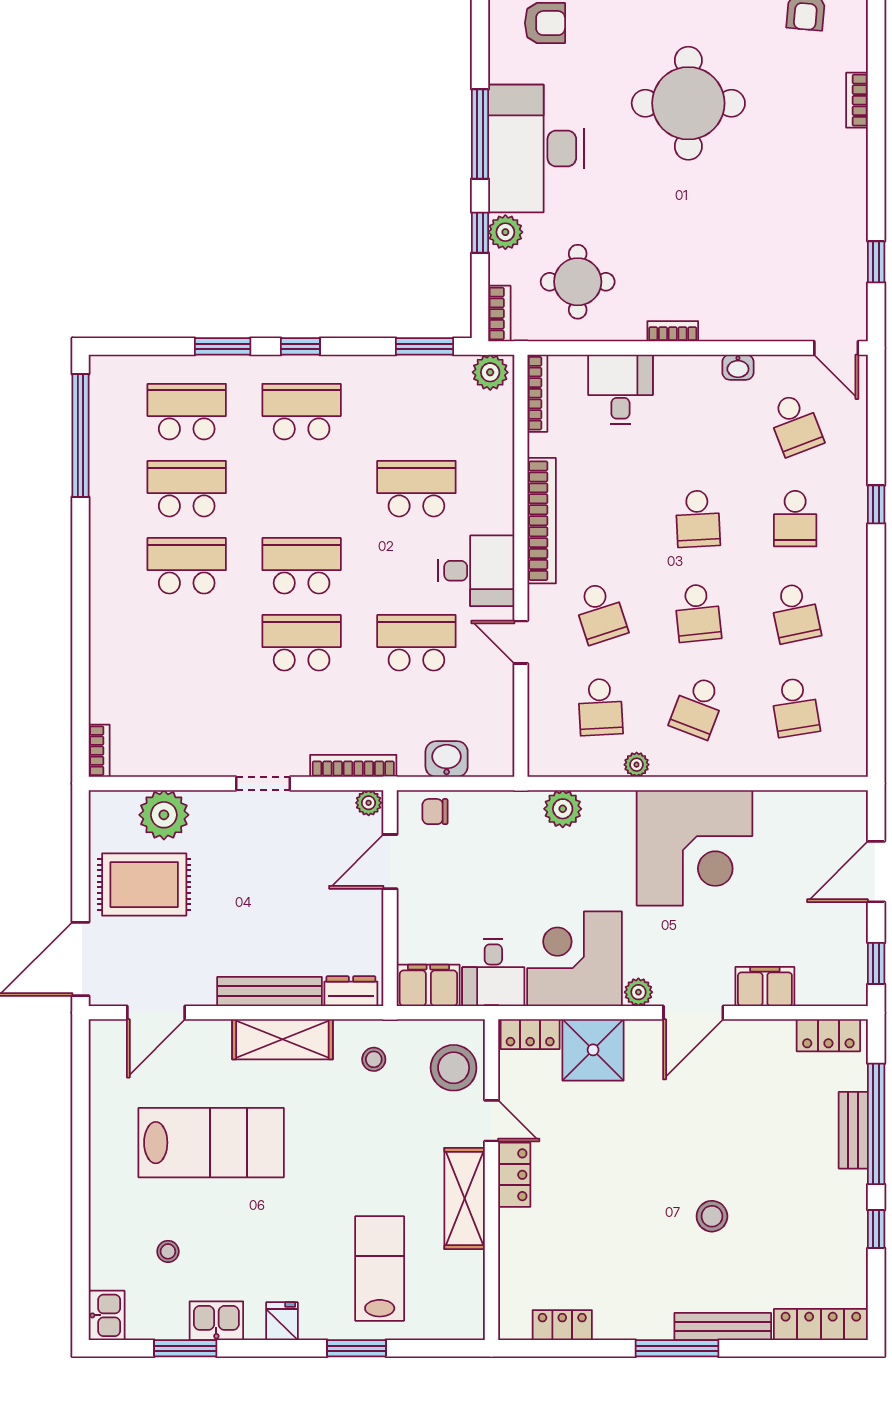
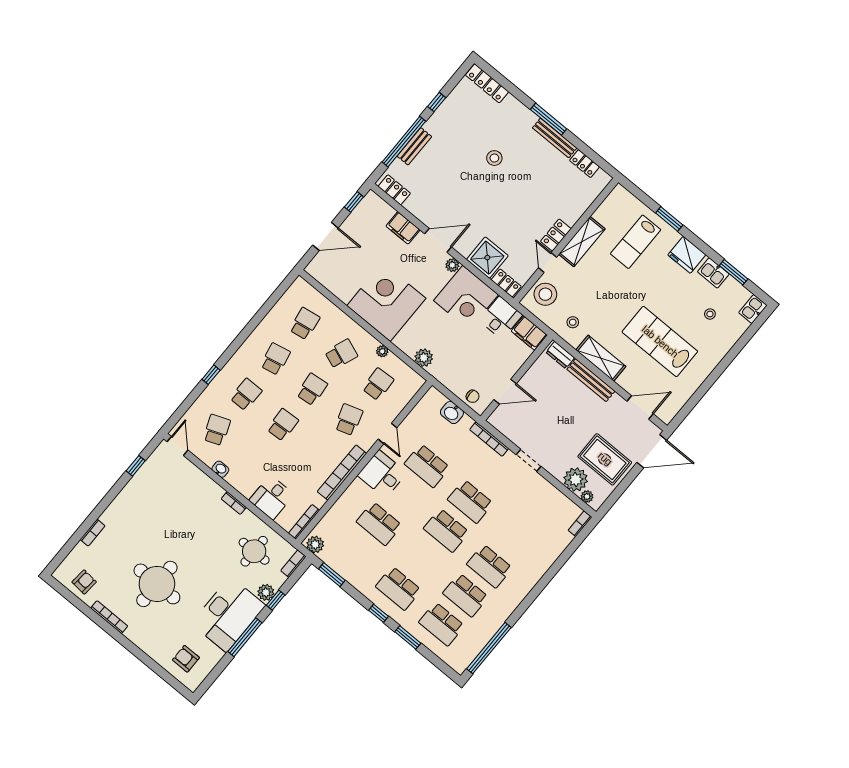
plant: (369, 803) -> (587, 497), moved
fridge: (282, 1321) -> (687, 255), width x1.88, depth x1.34
bench: (723, 1326) -> (555, 138), moved

